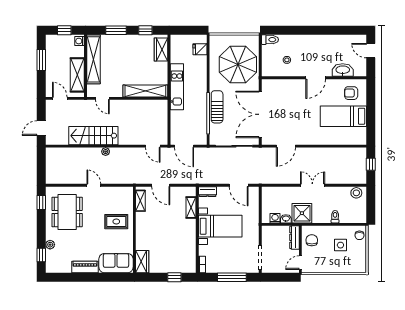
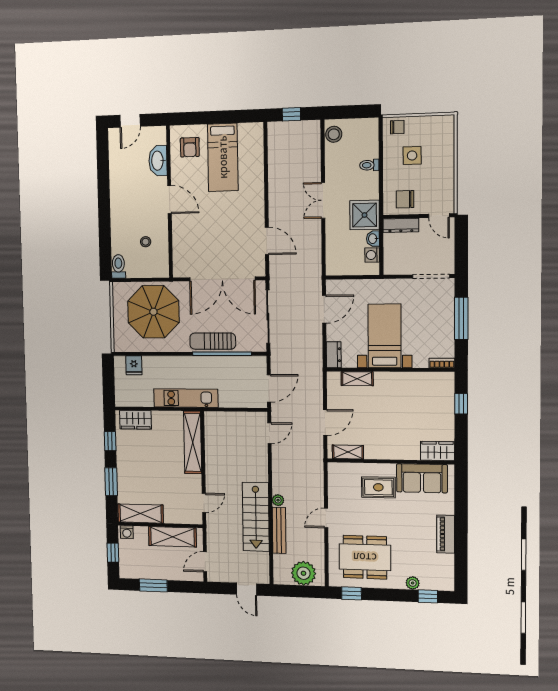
shelving: (93, 59) -> (141, 514), width x0.68
bench: (84, 152) -> (279, 530), added
plant: (54, 169) -> (304, 573), added
rug: (116, 222) -> (378, 487), turned 90
sofa: (116, 263) -> (422, 478), moved, turned -90

